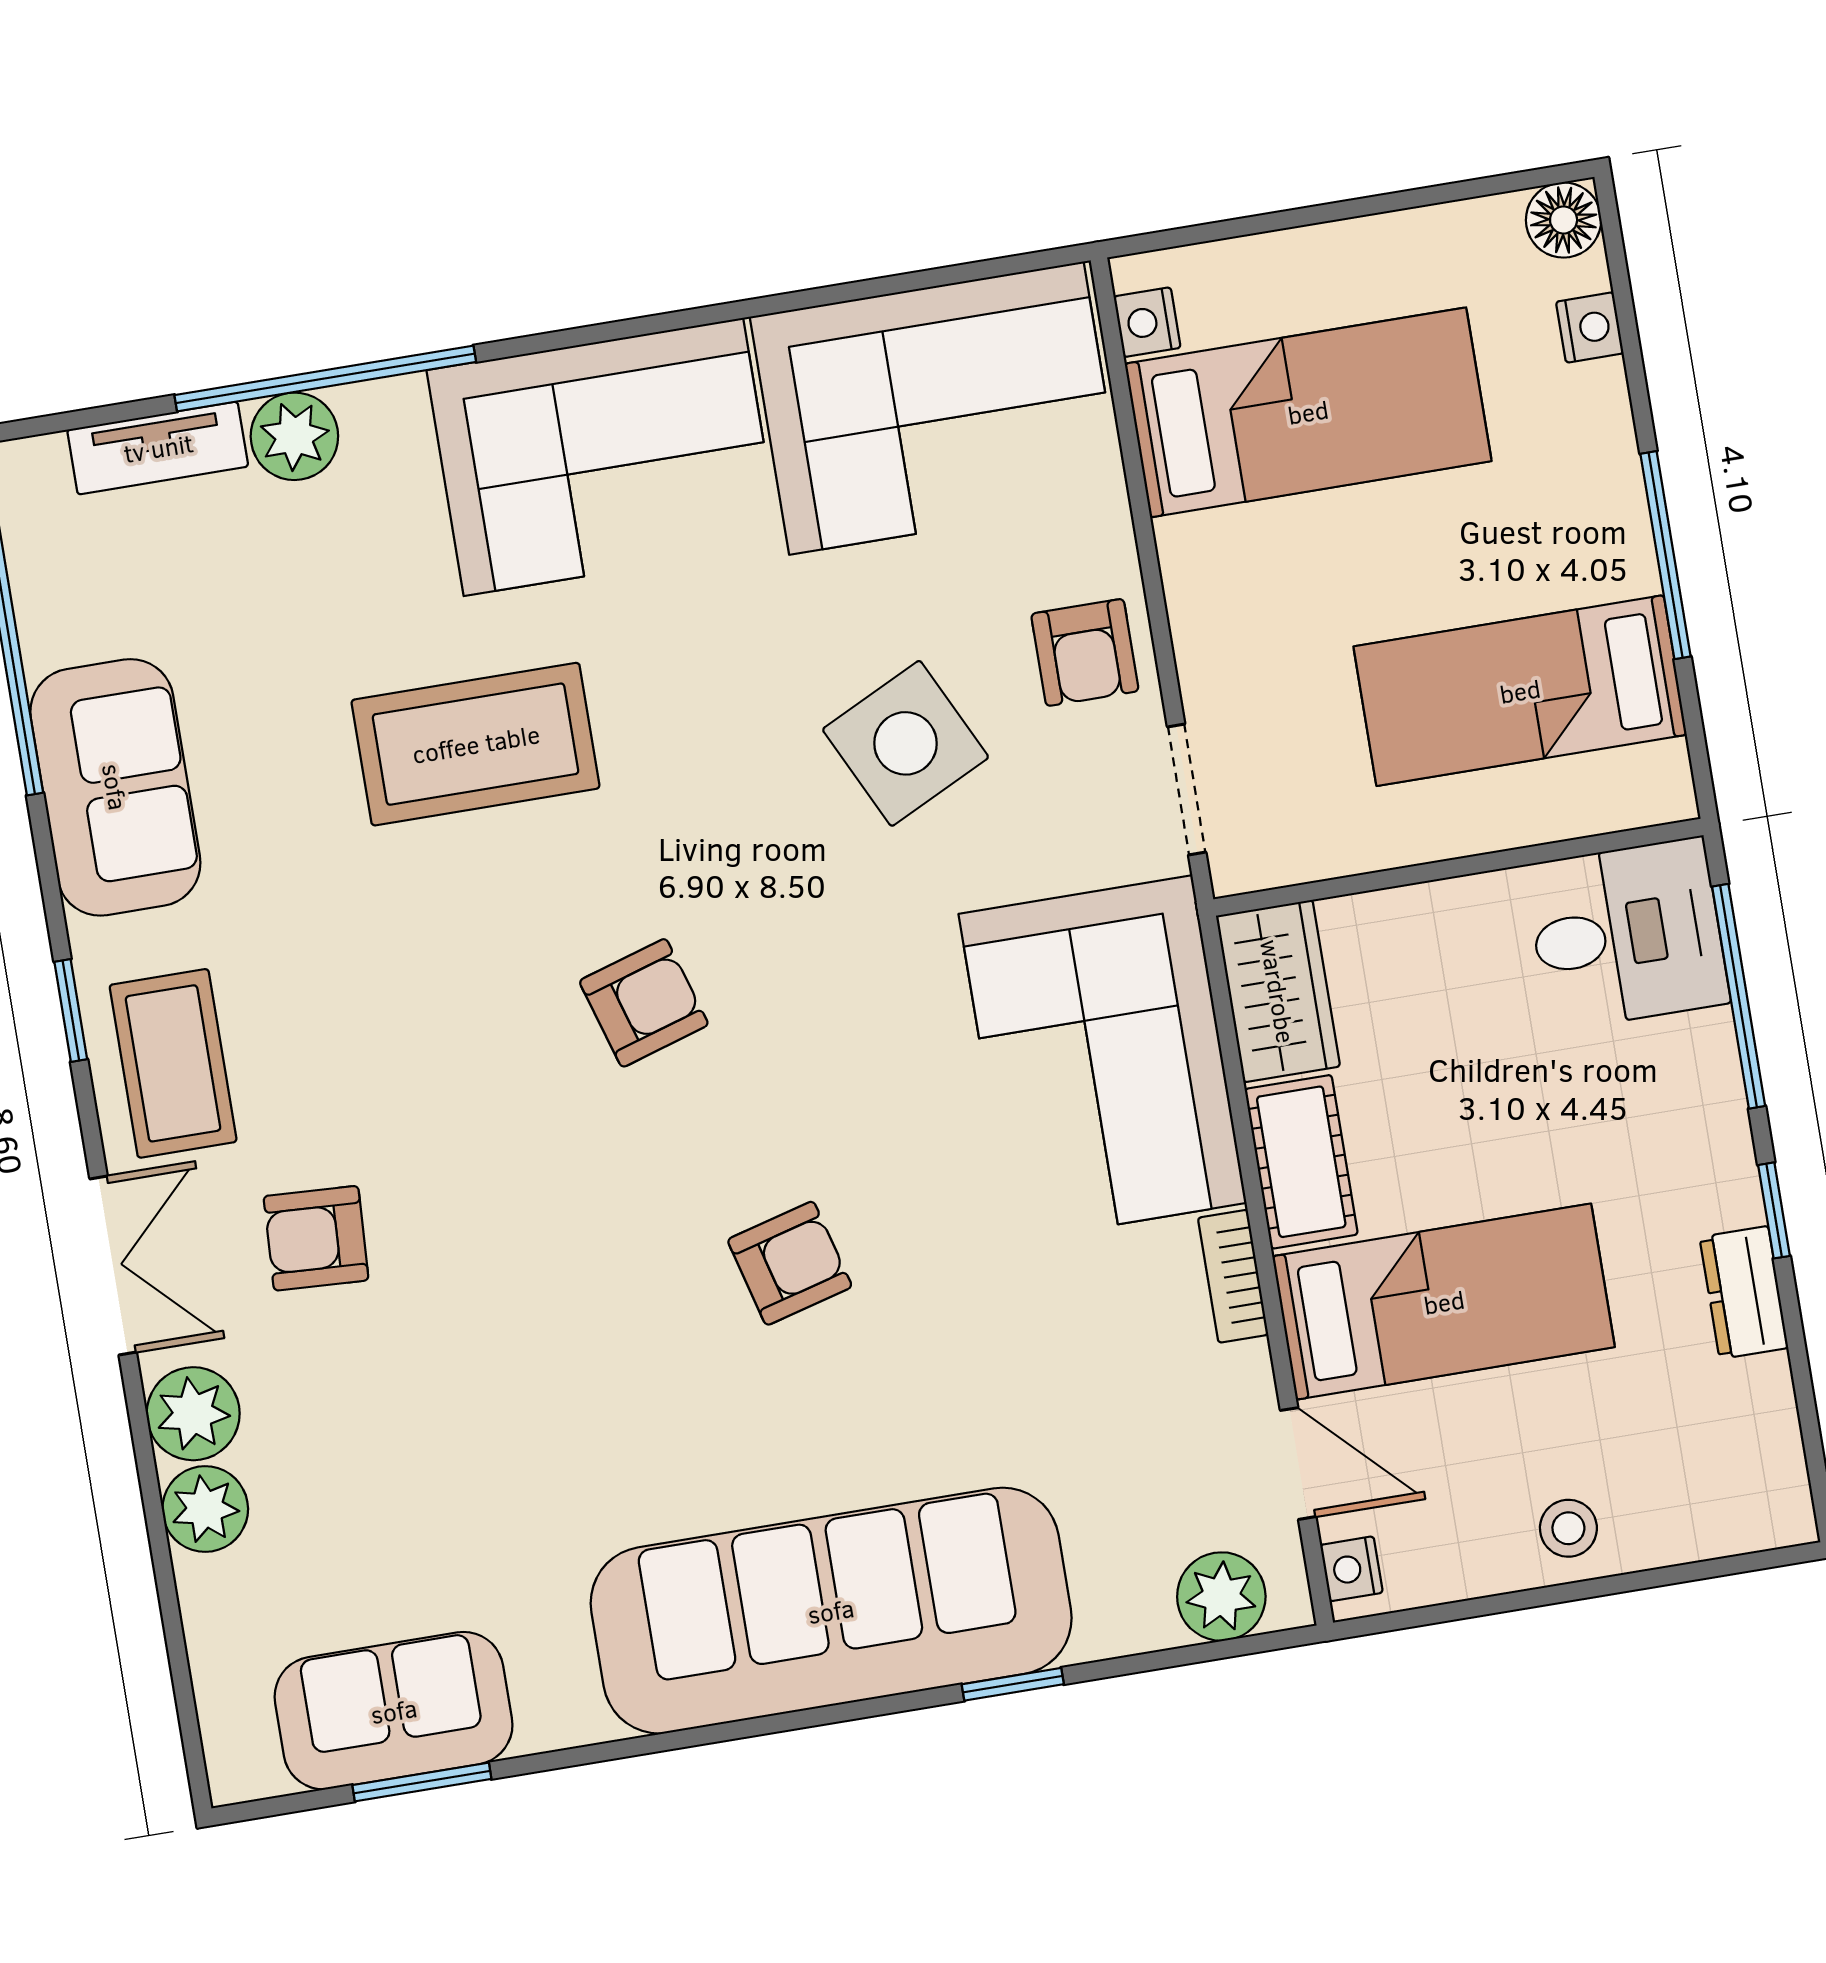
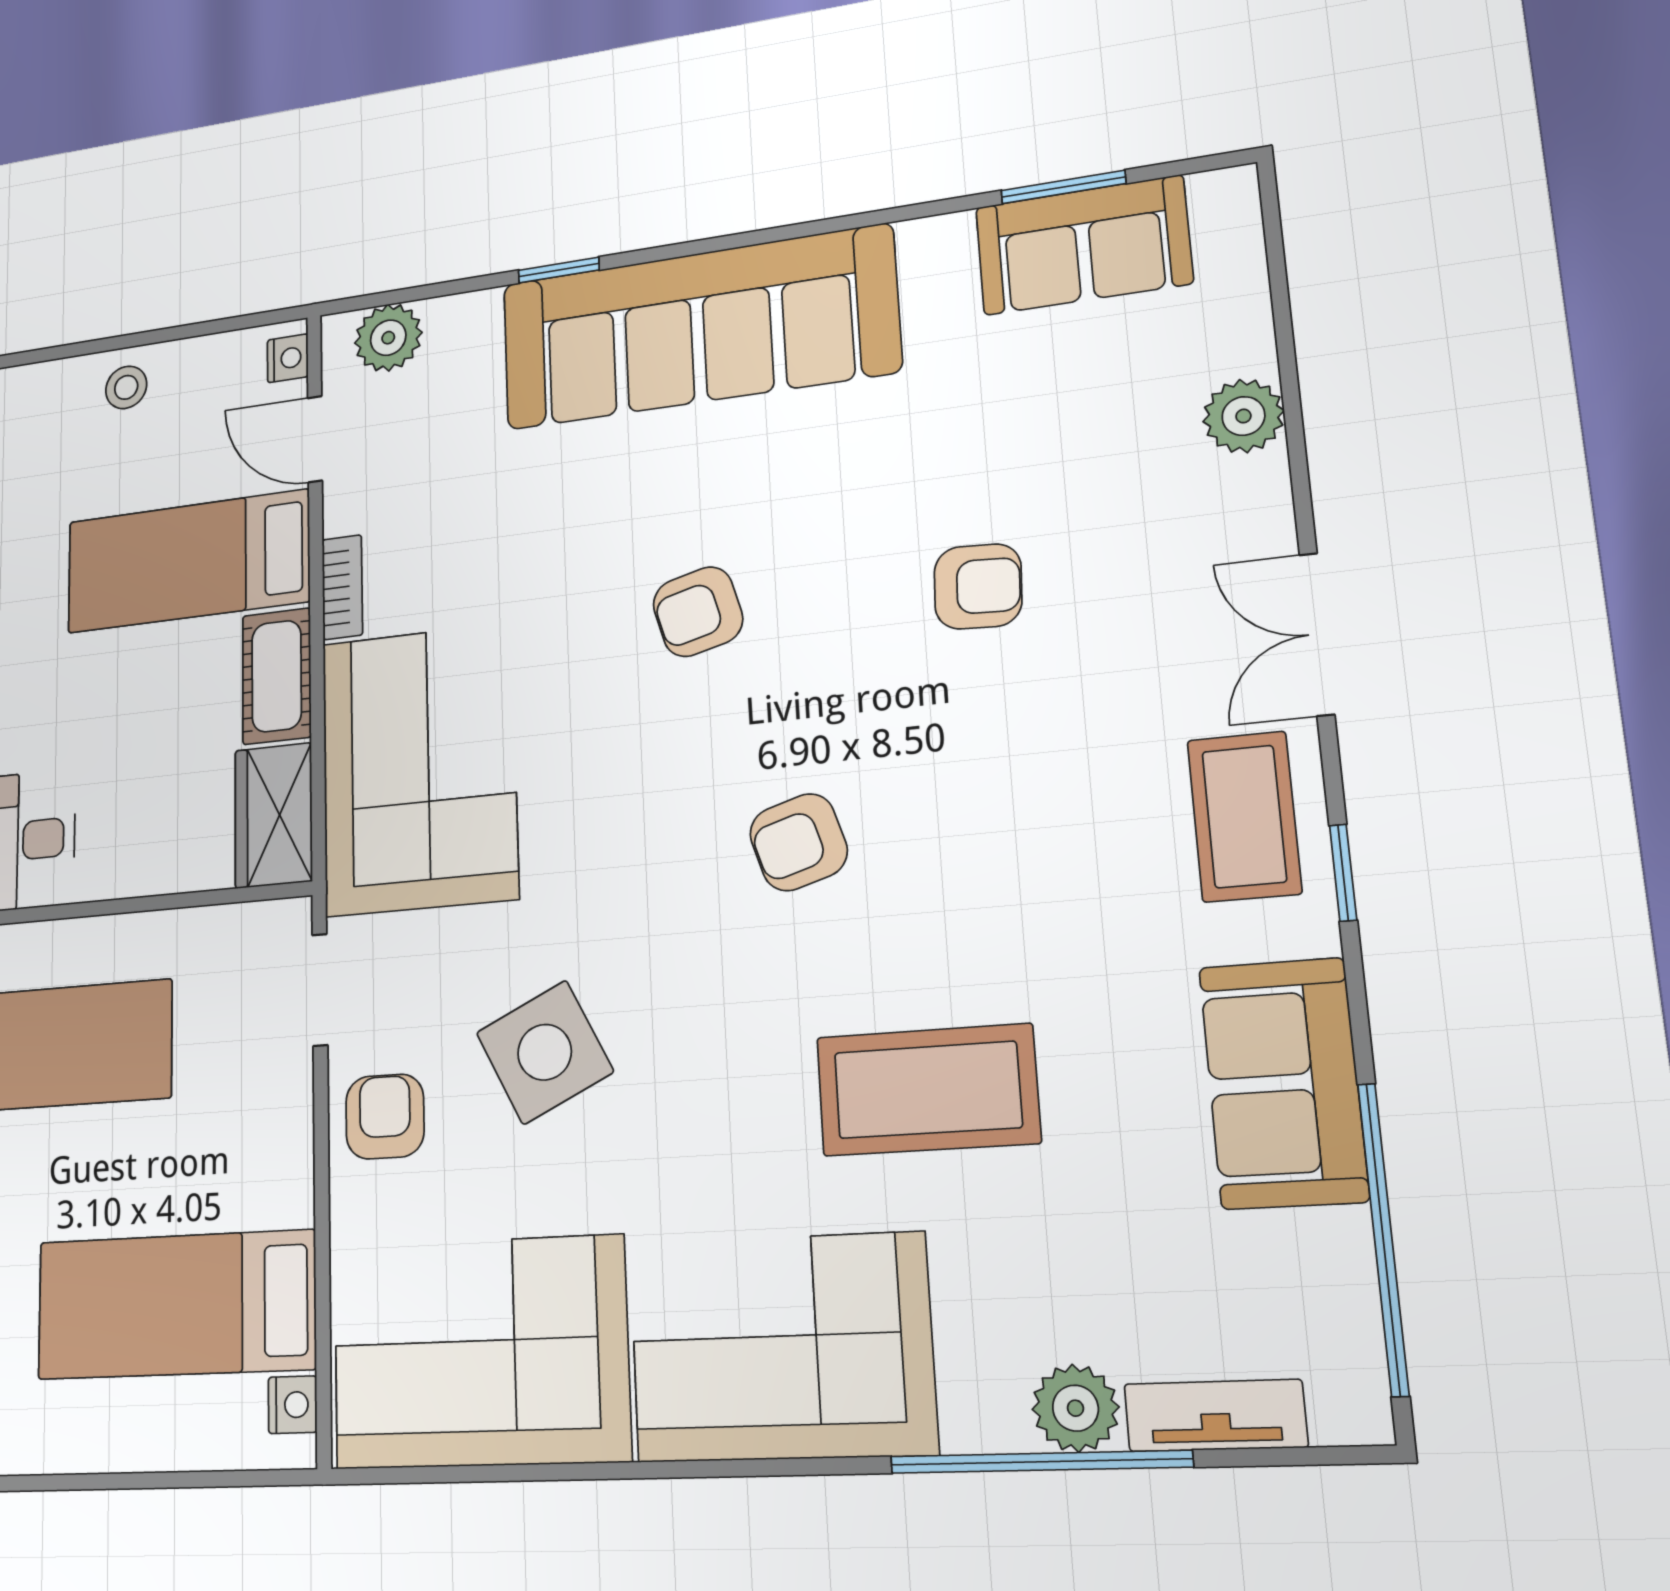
armchair: (316, 1238) -> (978, 586), moved
plant: (193, 1414) -> (1249, 499), removed

